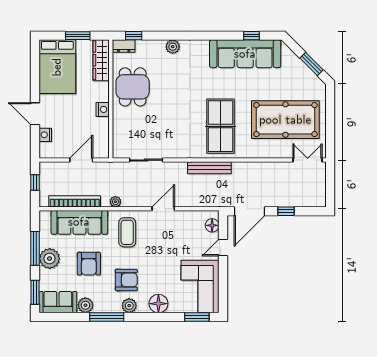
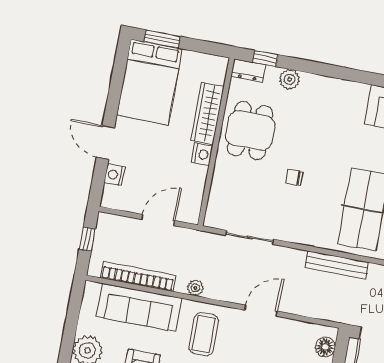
window: (78, 36) -> (162, 39), moved
plant: (173, 47) -> (290, 79), moved
wardrobe: (101, 60) -> (207, 113), moved
chair: (169, 113) -> (294, 177), added
window: (35, 248) -> (70, 332), removed

